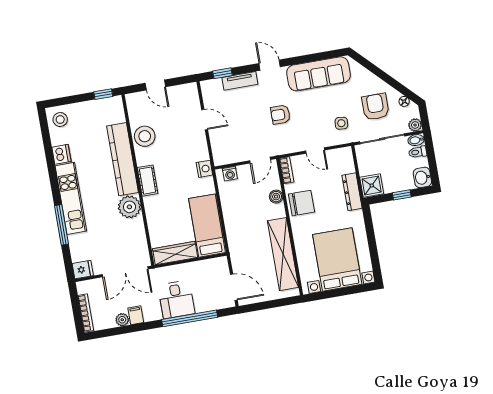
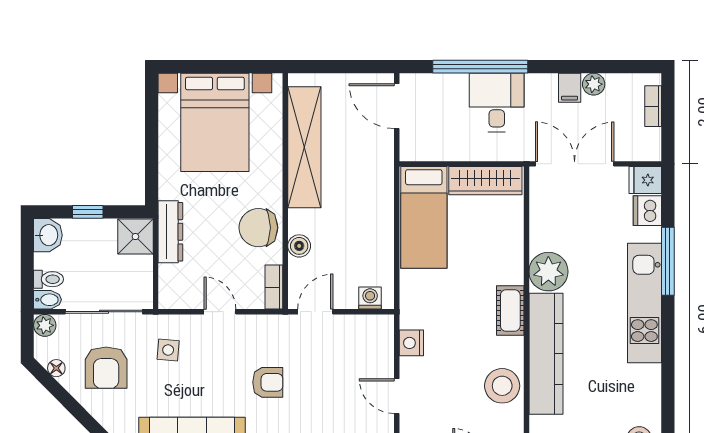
dishwasher: (61, 154) -> (647, 211), moved
nightstand: (204, 169) -> (411, 343), moved
bookcase: (86, 313) -> (653, 106), width x0.64

